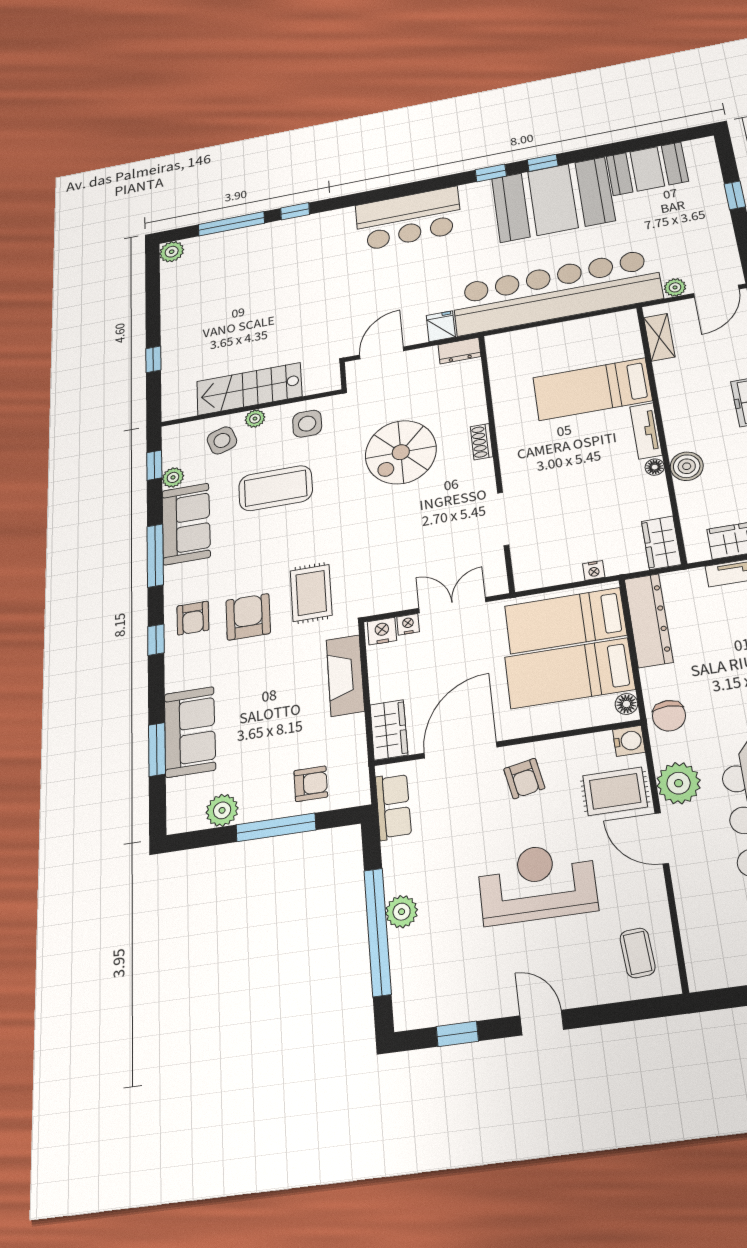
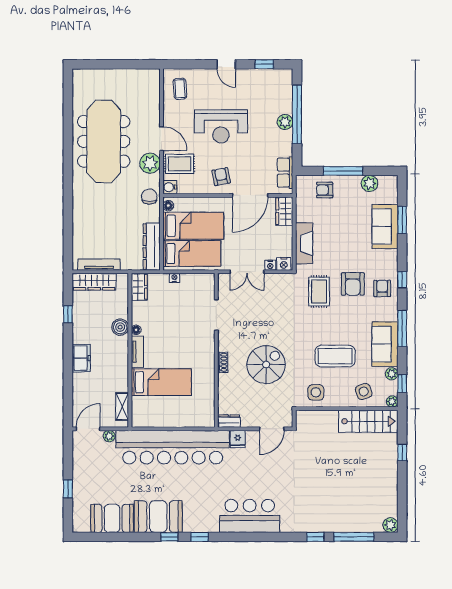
booth: (553, 199) -> (158, 517), width x0.73, depth x0.70
stairs: (249, 389) -> (368, 421), moved
plant: (255, 419) -> (392, 402), moved

